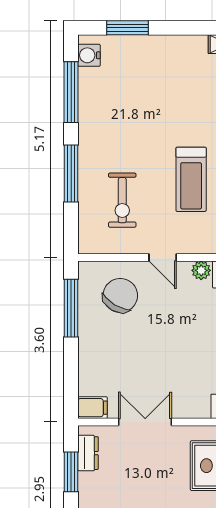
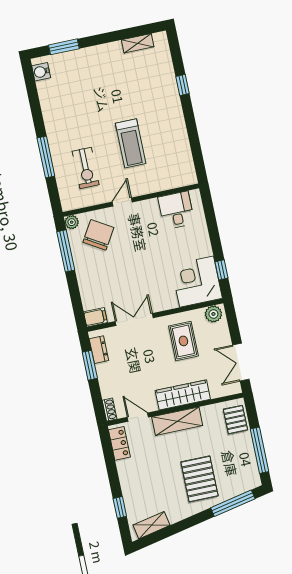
window: (71, 92) -> (34, 100), removed
door: (163, 257) -> (122, 202), swing flipped
plant: (201, 270) -> (72, 222), moved

